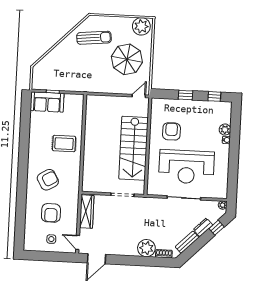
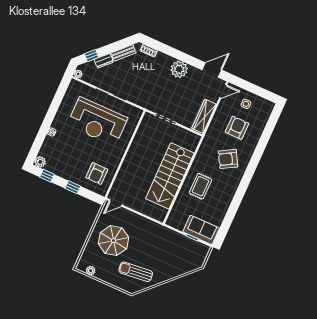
plant: (141, 26) -> (91, 271), width x0.53, depth x0.53
plant: (225, 130) -> (40, 162), moved
armchair: (171, 131) -> (97, 174), moved
rug: (64, 144) -> (200, 186), turned 90
stairs: (133, 148) -> (170, 176), moved, turned 180
reception desk: (186, 167) -> (97, 122), turned 180
door: (78, 242) -> (223, 91), hinge flipped
plant: (146, 248) -> (179, 69), moved

